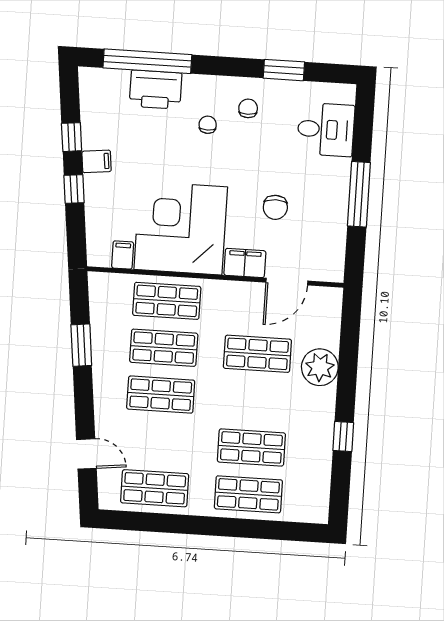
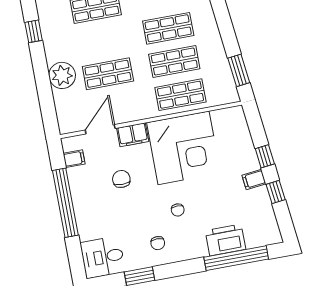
chair: (208, 125) -> (178, 210), moved
desk: (326, 129) -> (103, 257), moved
window: (359, 194) -> (65, 203), width x1.46
filing cabinet: (123, 255) -> (74, 159), moved, turned -90
window: (81, 345) -> (239, 70), moved

